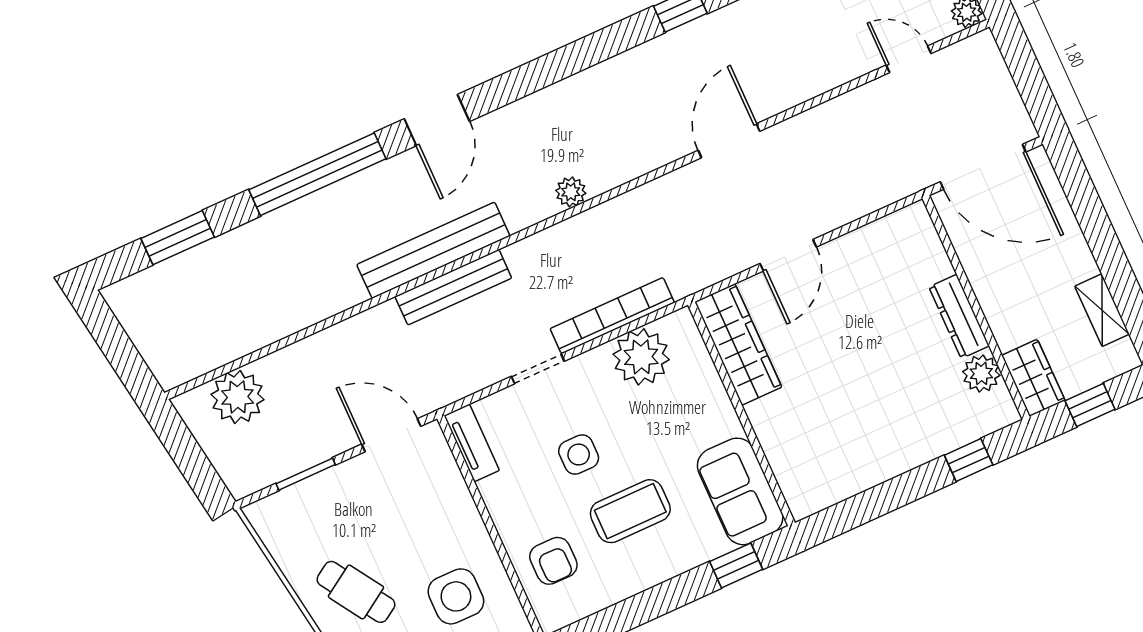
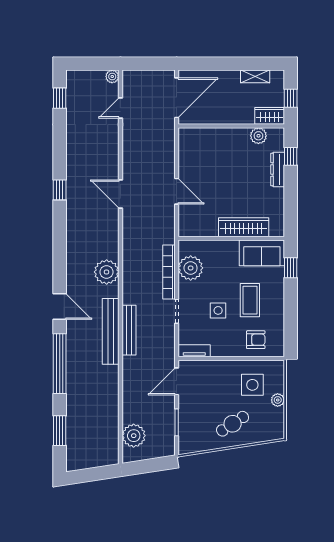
plant: (571, 192) -> (107, 272), width x1.87, depth x1.87
dresser: (959, 316) -> (278, 169), moved, turned 90
wardrobe: (738, 344) -> (244, 227), moved

